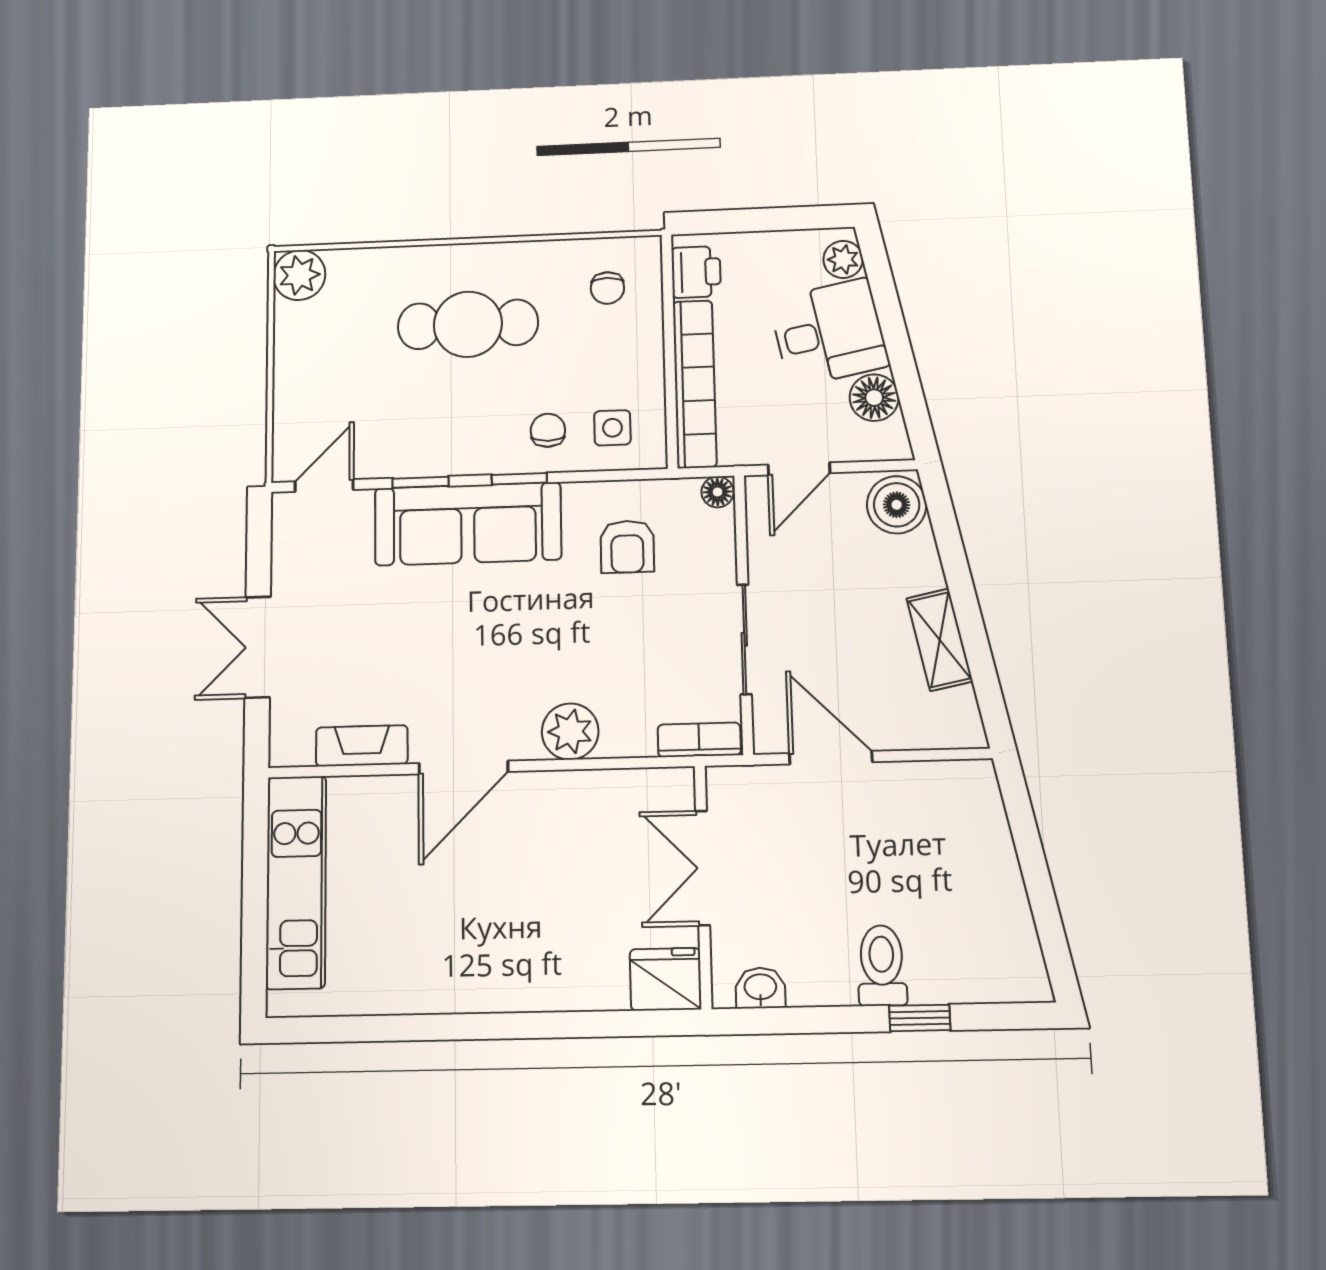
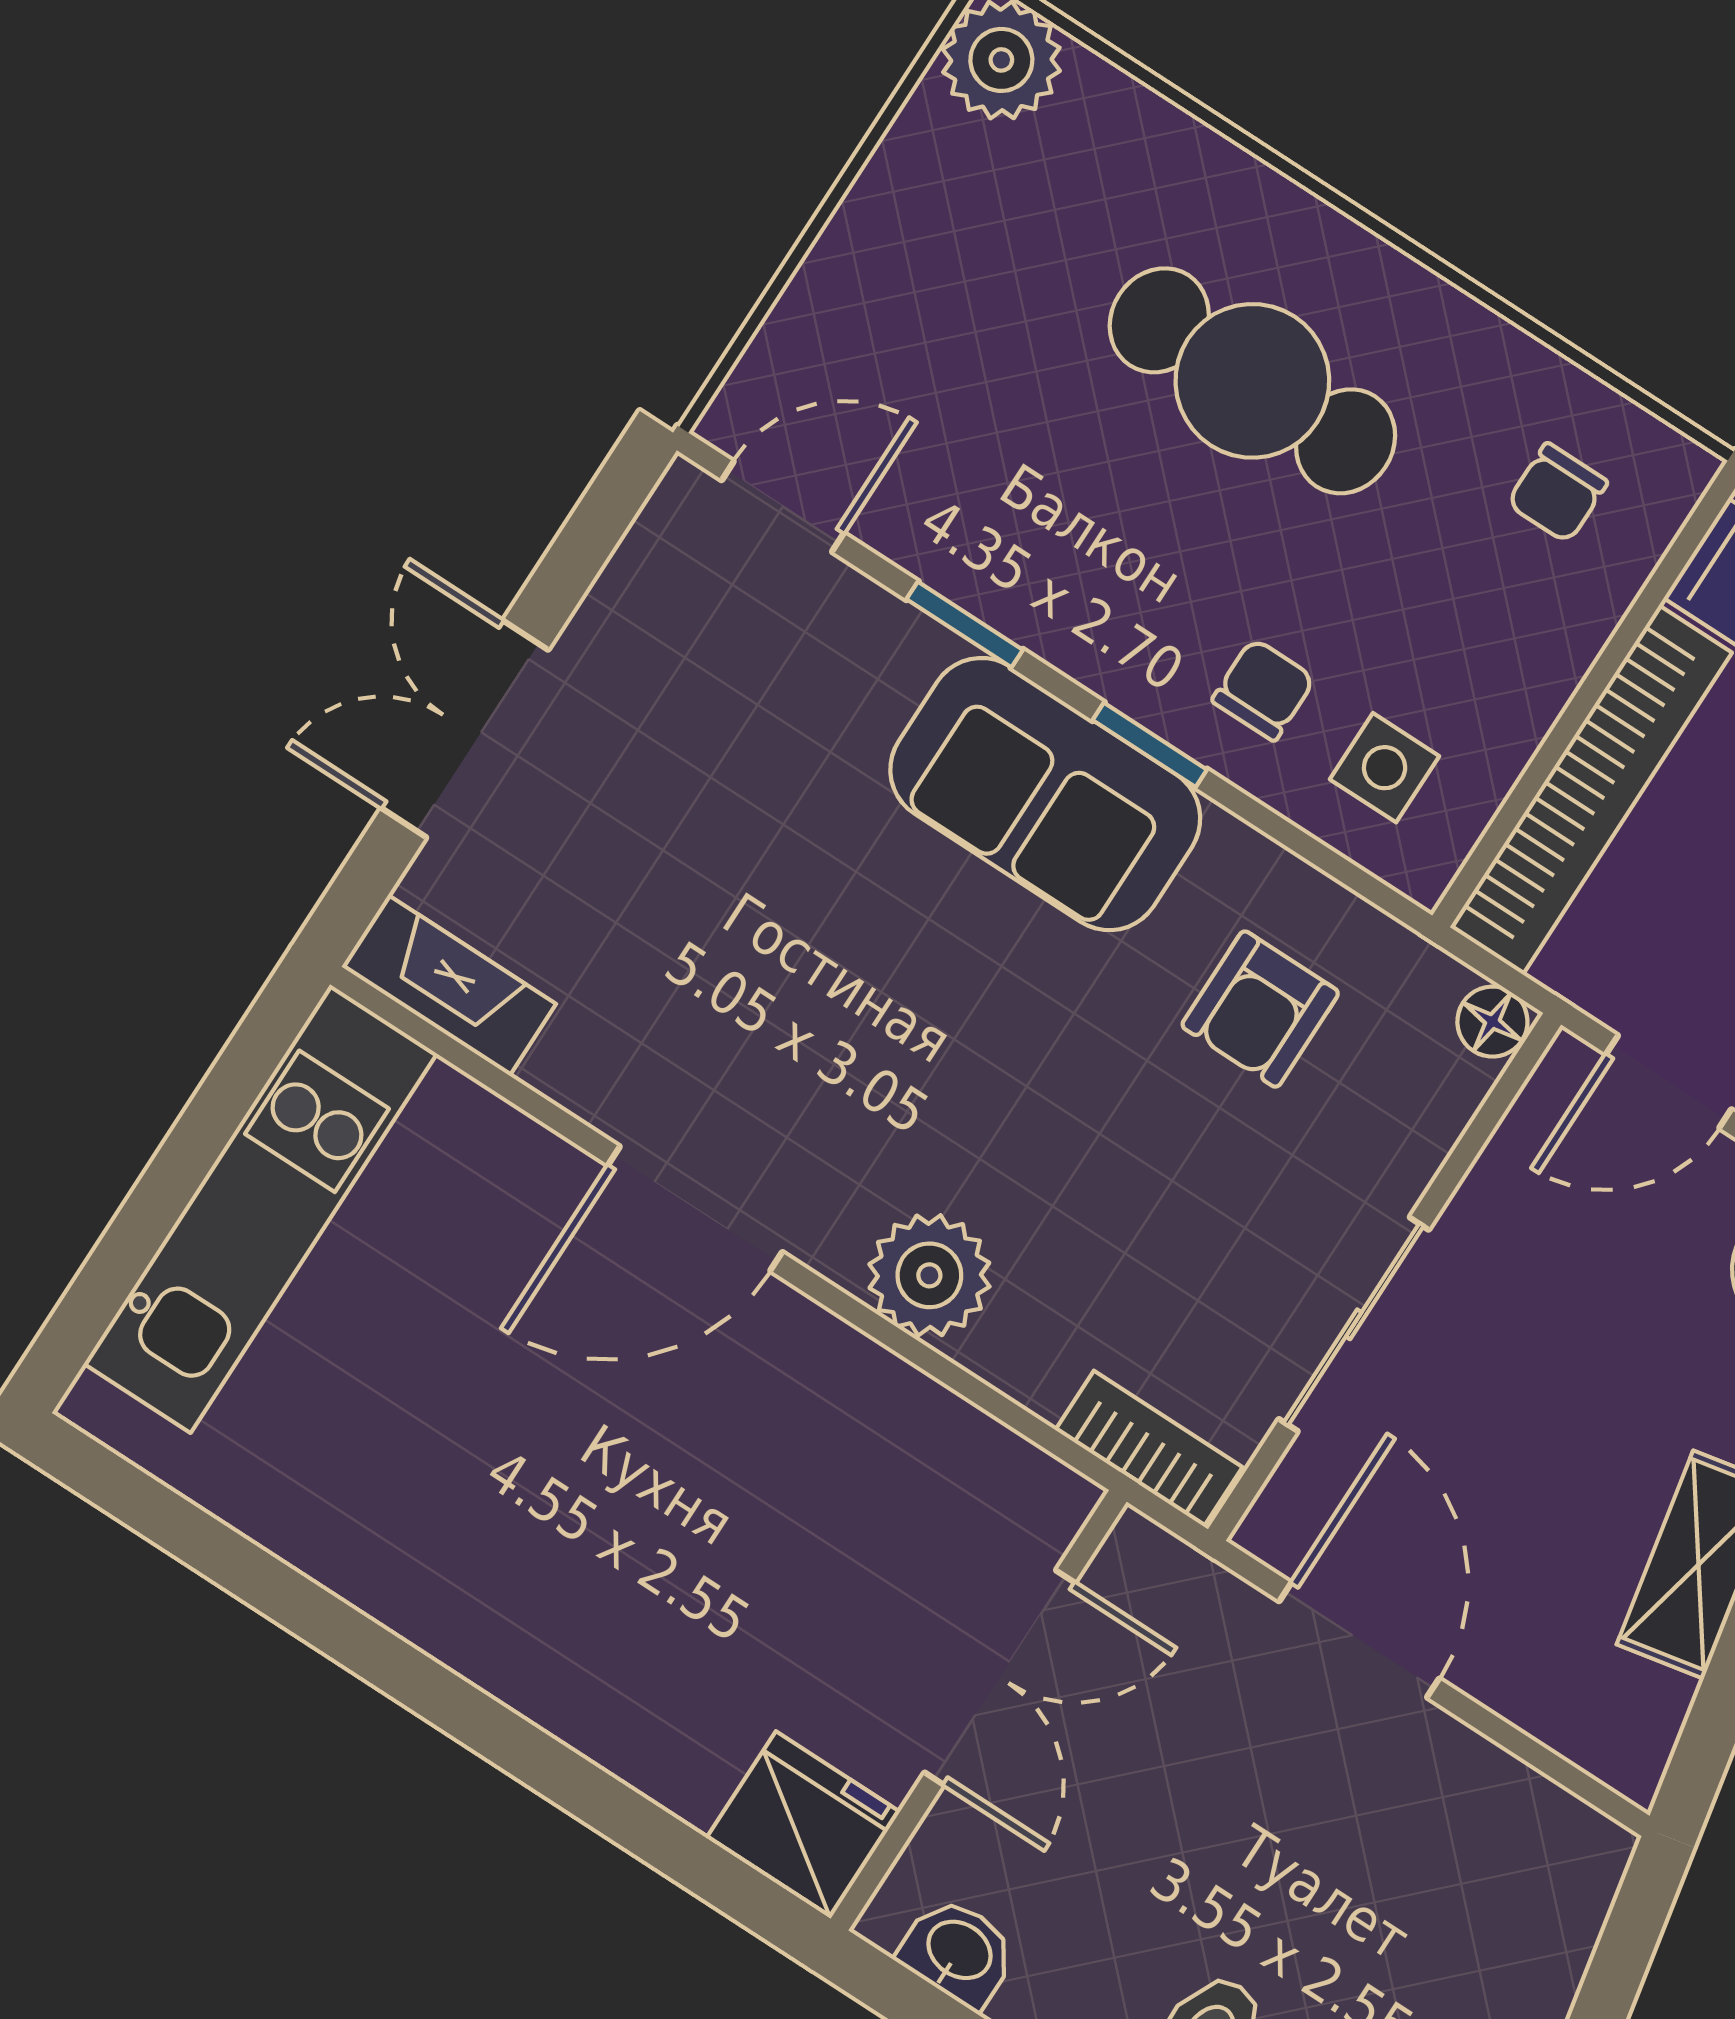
sofa: (468, 524) -> (1045, 794), width x0.73
fireplace: (362, 746) -> (449, 985), moved
double door: (703, 868) -> (1000, 1678), swing flipped

